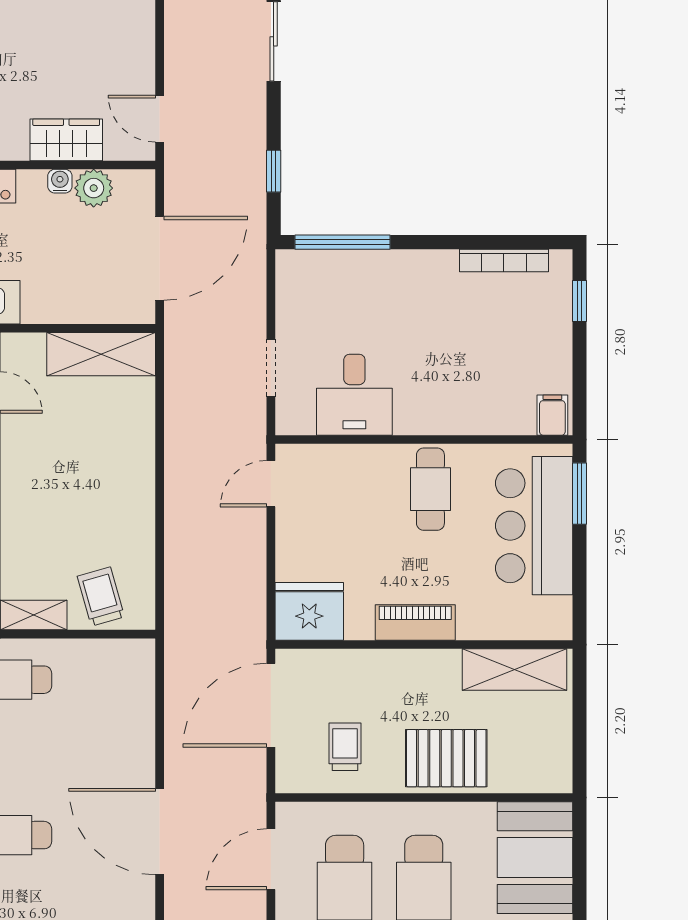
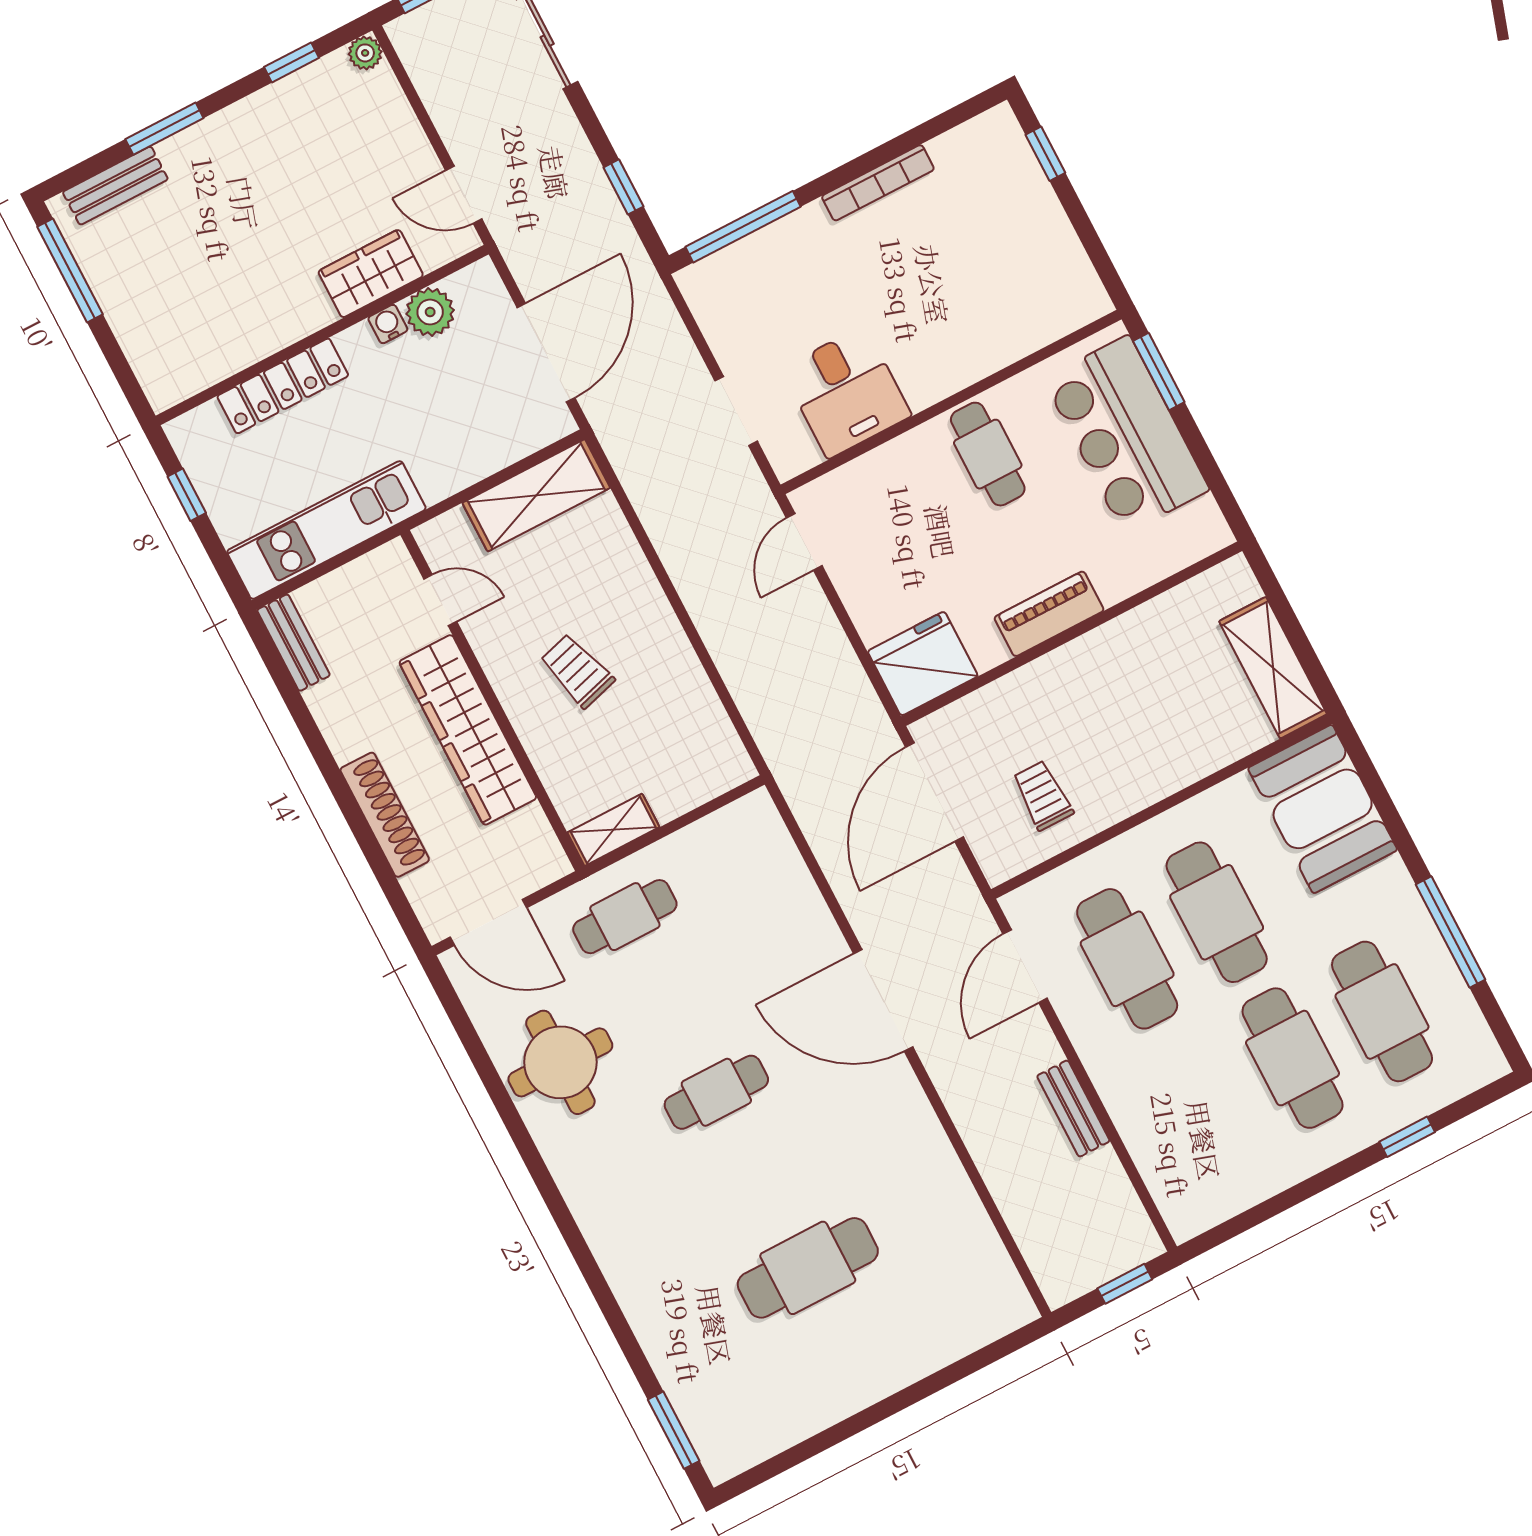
bookcase: (504, 260) -> (878, 183), moved
filing cabinet: (552, 415) -> (1082, 299), removed
trolley: (101, 597) -> (577, 671), moved
shelving: (514, 670) -> (1273, 668), moved, turned 90
pallet: (446, 758) -> (1164, 749), removed

